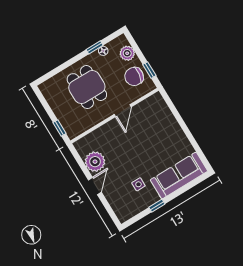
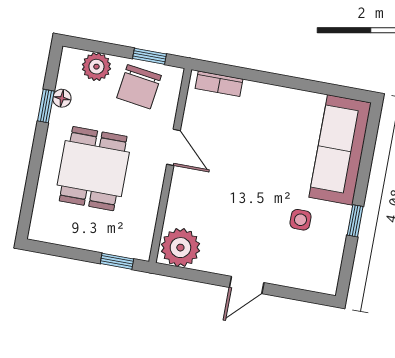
dining table: (87, 87) -> (93, 169), turned 90
bookcase: (163, 106) -> (219, 84), added
plant: (95, 162) -> (180, 248), moved
door: (95, 186) -> (247, 285), swing flipped

